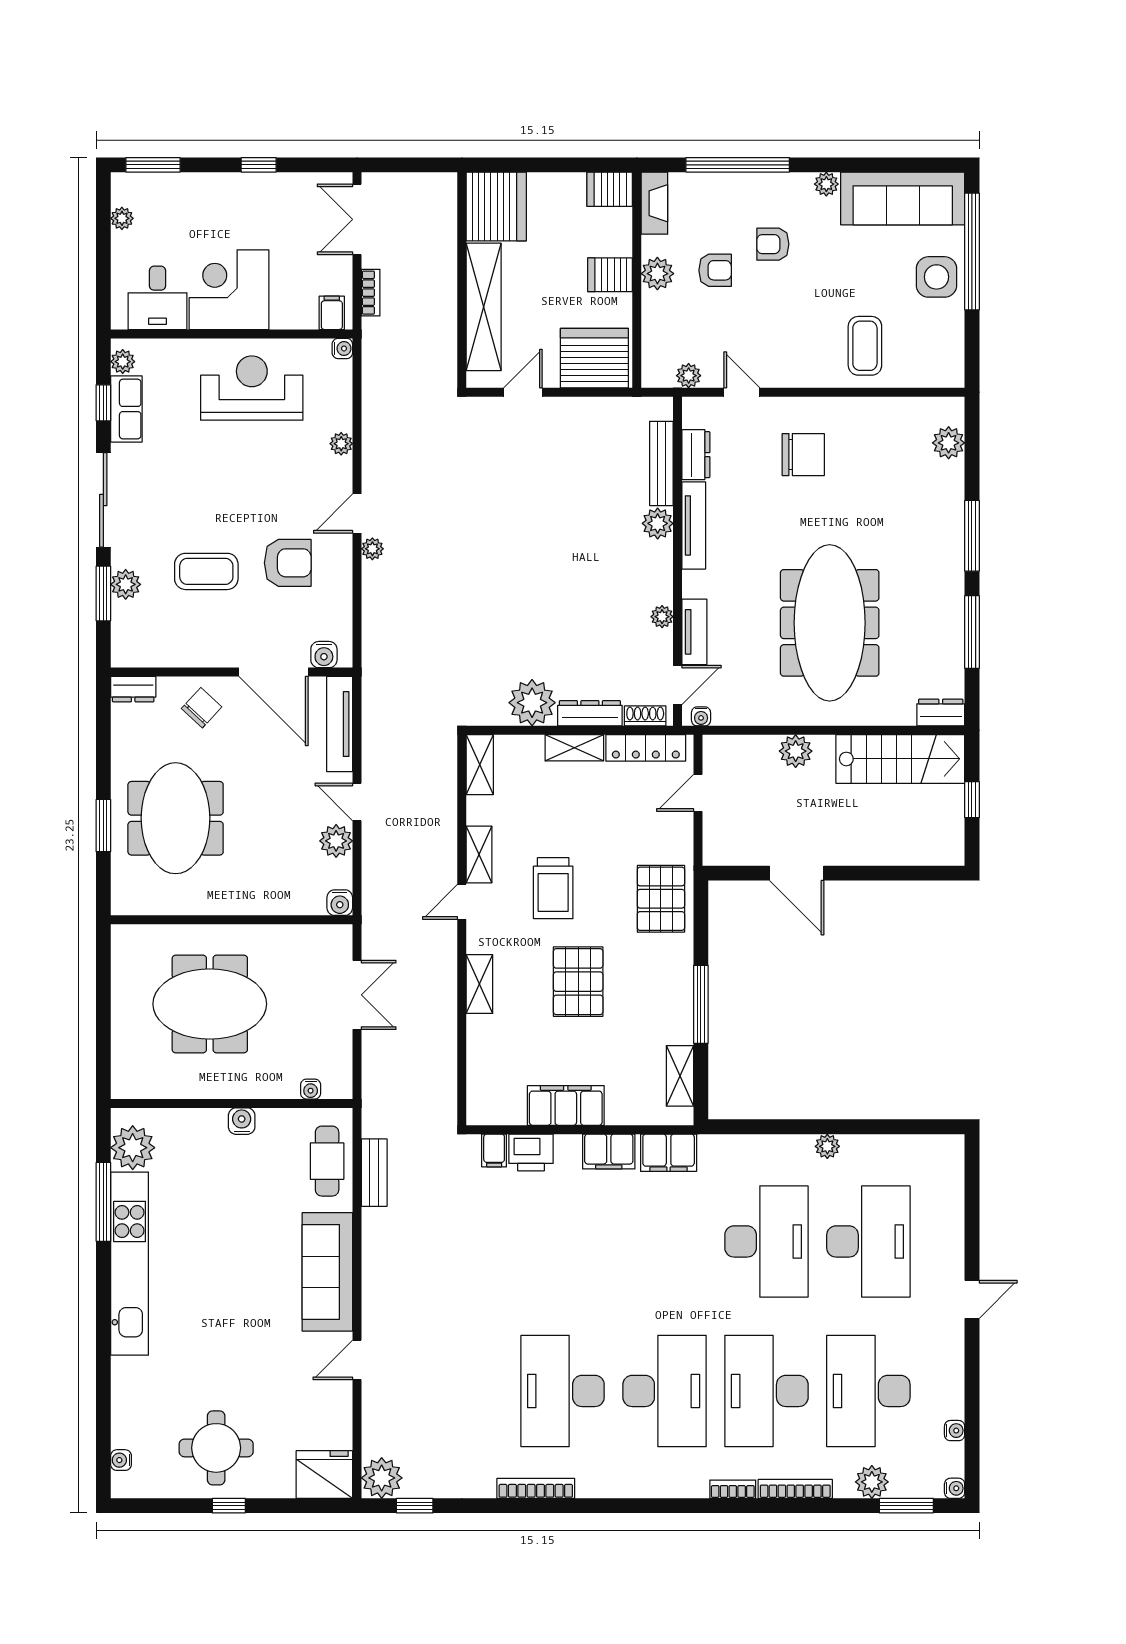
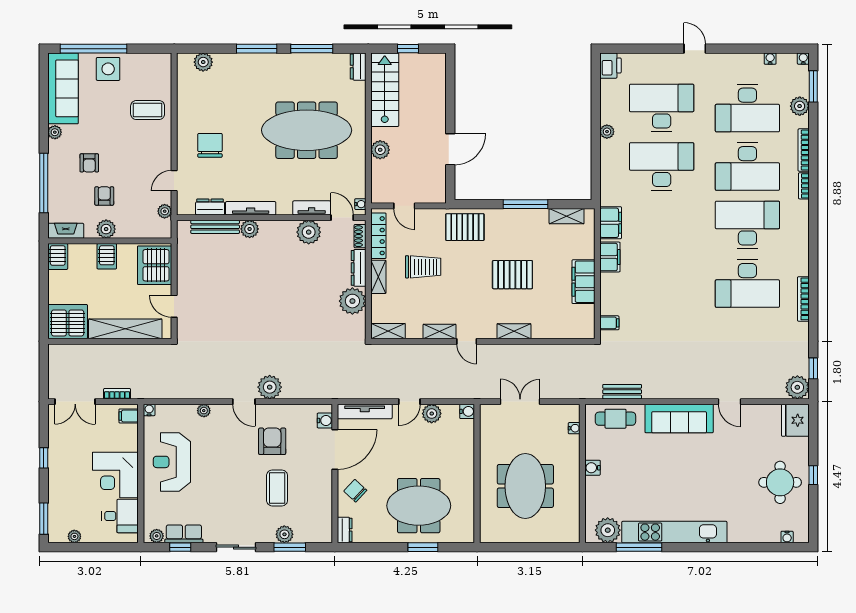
sliding door: (103, 500) -> (236, 547), width x0.73
plant: (372, 549) -> (270, 387), width x1.88, depth x1.88
plant: (662, 617) -> (309, 232), width x1.87, depth x1.87
trolley: (553, 888) -> (423, 267), moved
printer: (531, 1152) -> (610, 66), moved

